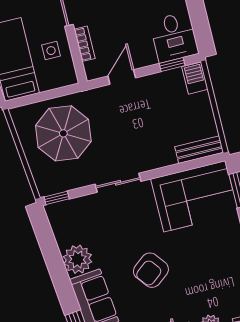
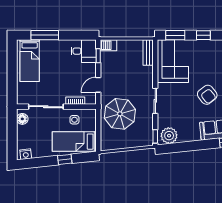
door: (122, 77) -> (98, 85), hinge flipped
parasol: (63, 133) -> (120, 114), moved
plant: (78, 259) -> (169, 136), moved

